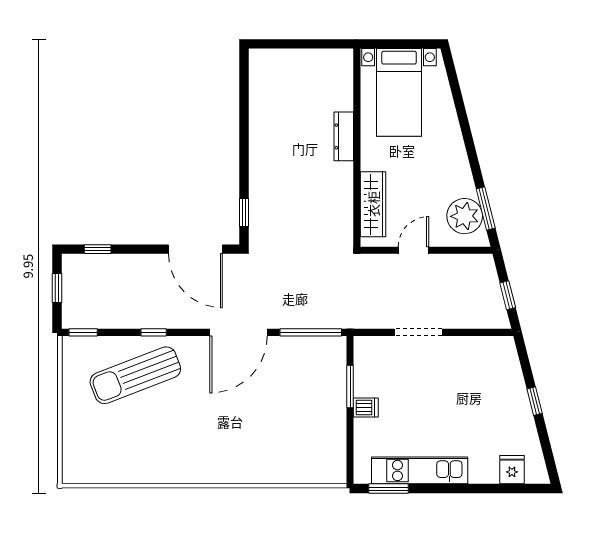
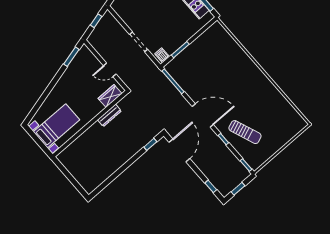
dresser: (344, 136) -> (109, 115), moved
wardrobe: (373, 204) -> (110, 96), width x0.67
plant: (465, 216) -> (81, 62), removed
door: (238, 332) -> (203, 115), moved
sun lounger: (135, 375) -> (245, 132), width x0.73, depth x0.75
dishwasher: (366, 407) -> (162, 55), moved

